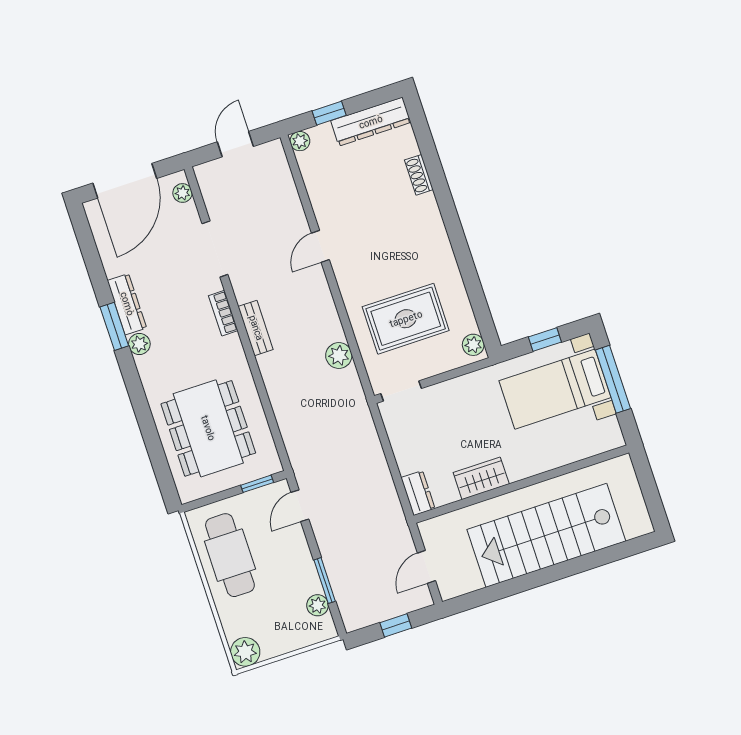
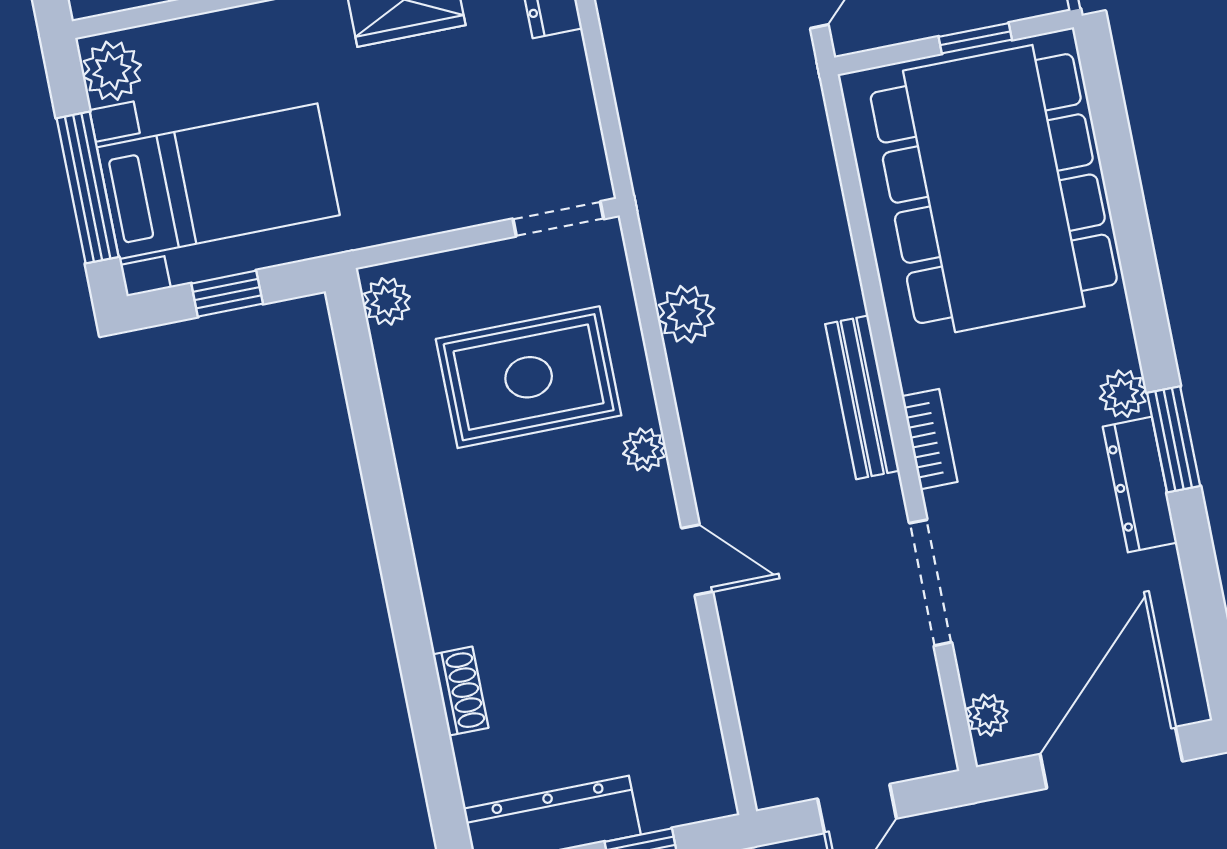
plant: (300, 141) -> (644, 450), moved
door: (320, 246) -> (697, 560), hinge flipped
bench: (256, 328) -> (862, 397), width x1.36
dining table: (208, 428) -> (994, 189), width x1.36, depth x1.24
plant: (609, 433) -> (112, 71), added
window: (257, 484) -> (975, 38), moved

